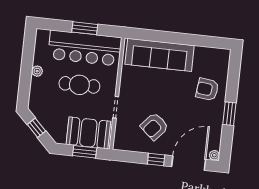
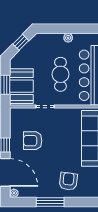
window: (229, 114) -> (50, 202), width x1.44
armchair: (154, 126) -> (33, 141), turned -41

